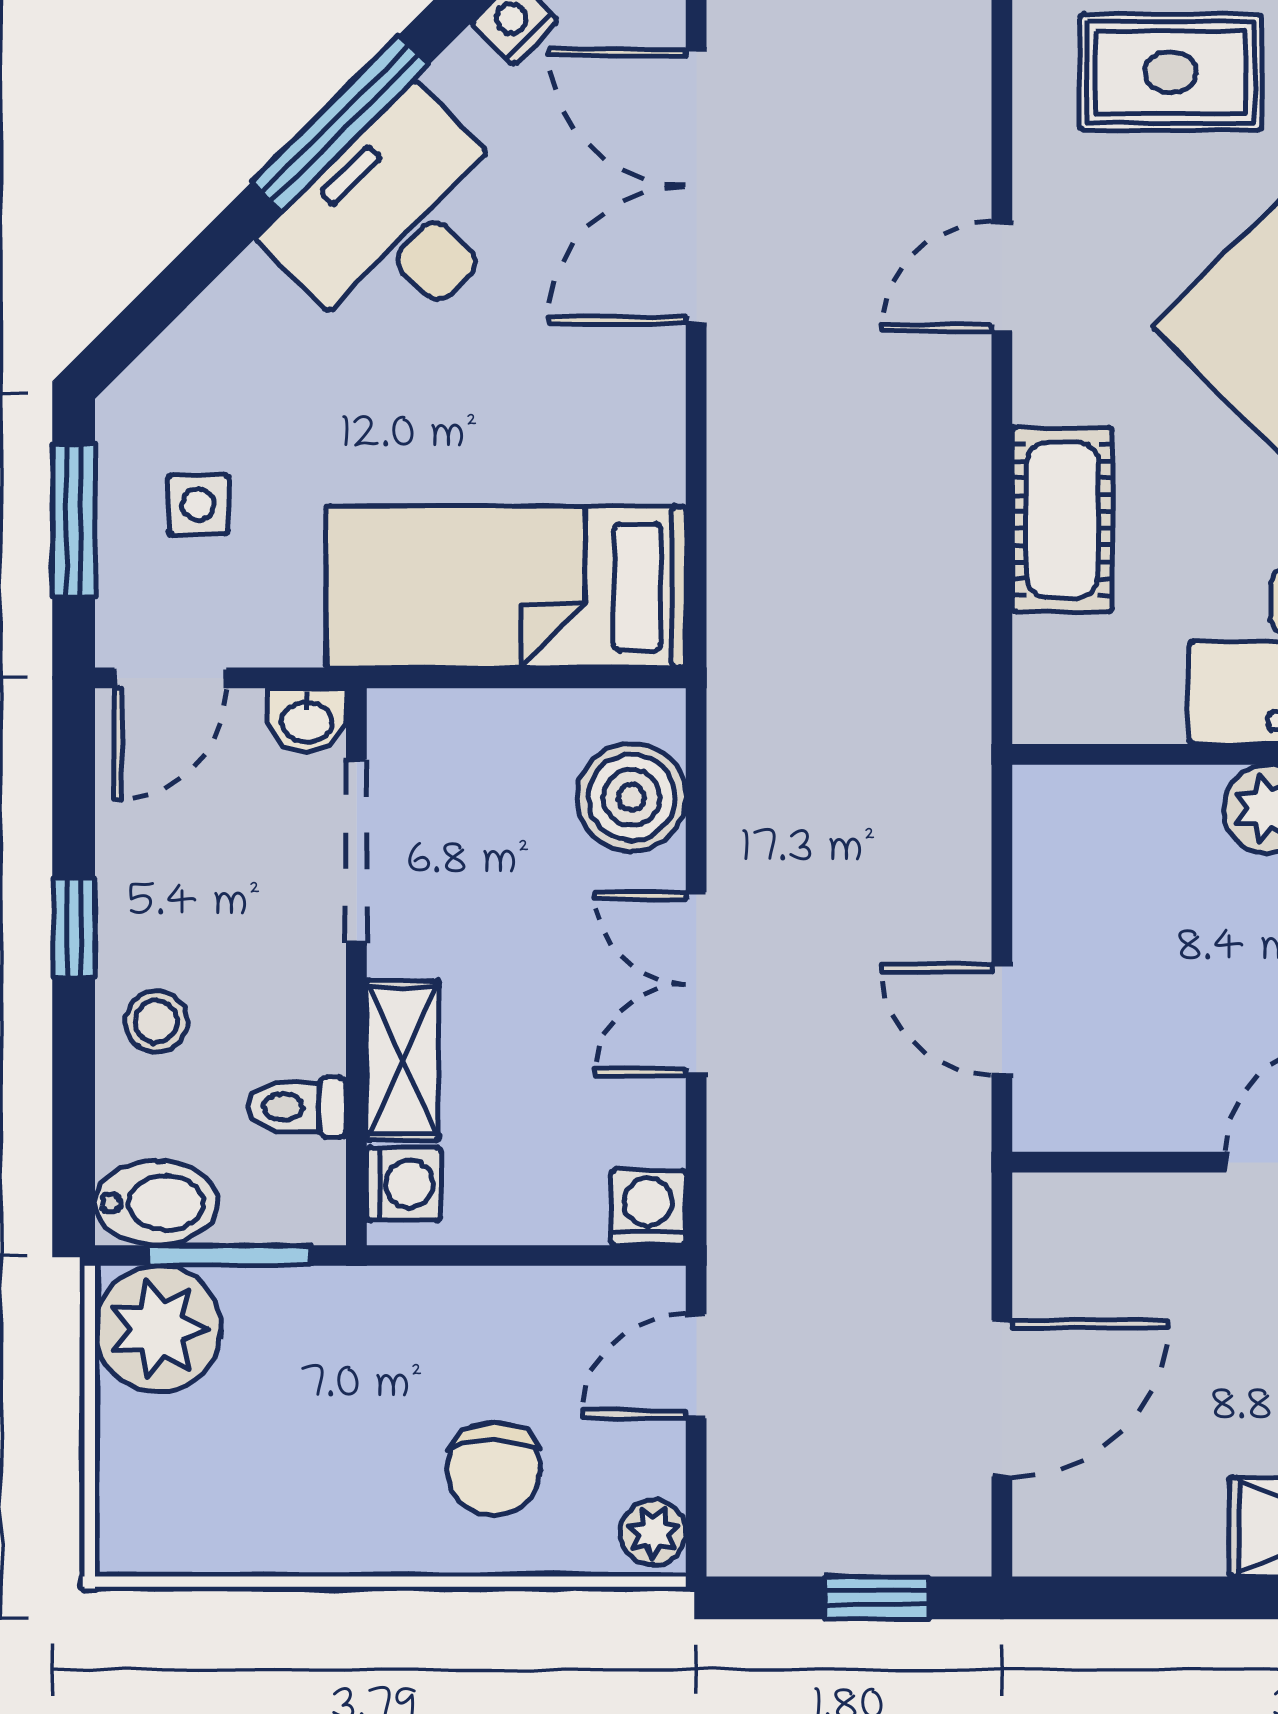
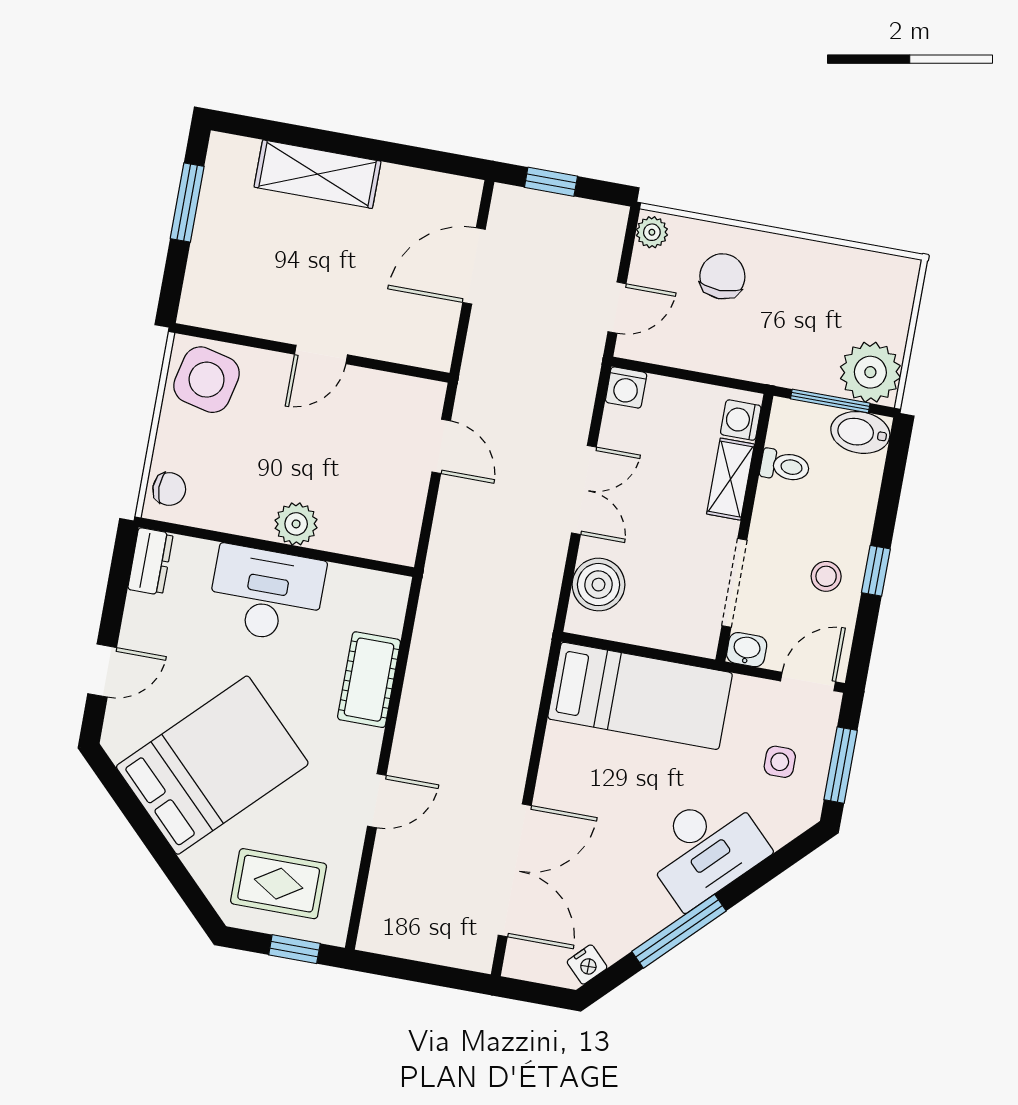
desk: (397, 222) -> (705, 848), moved
stool: (156, 1022) -> (826, 576), moved

